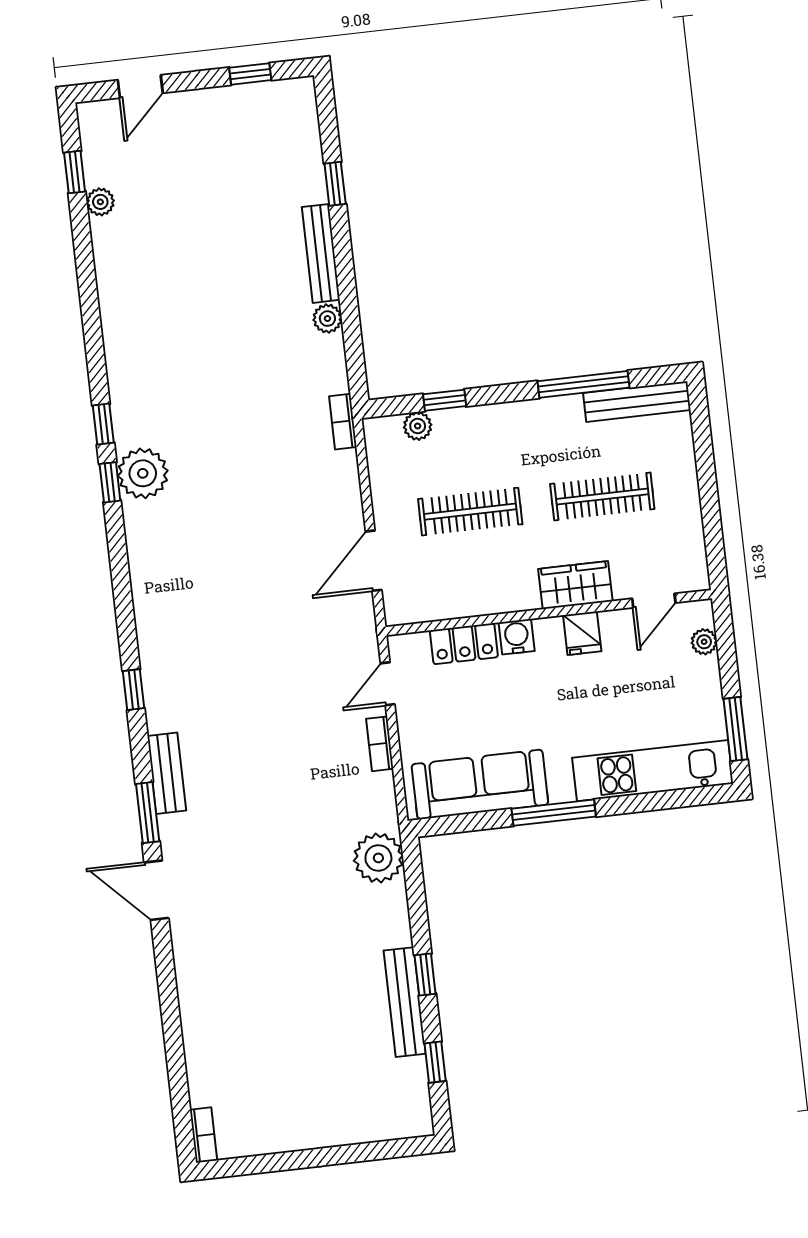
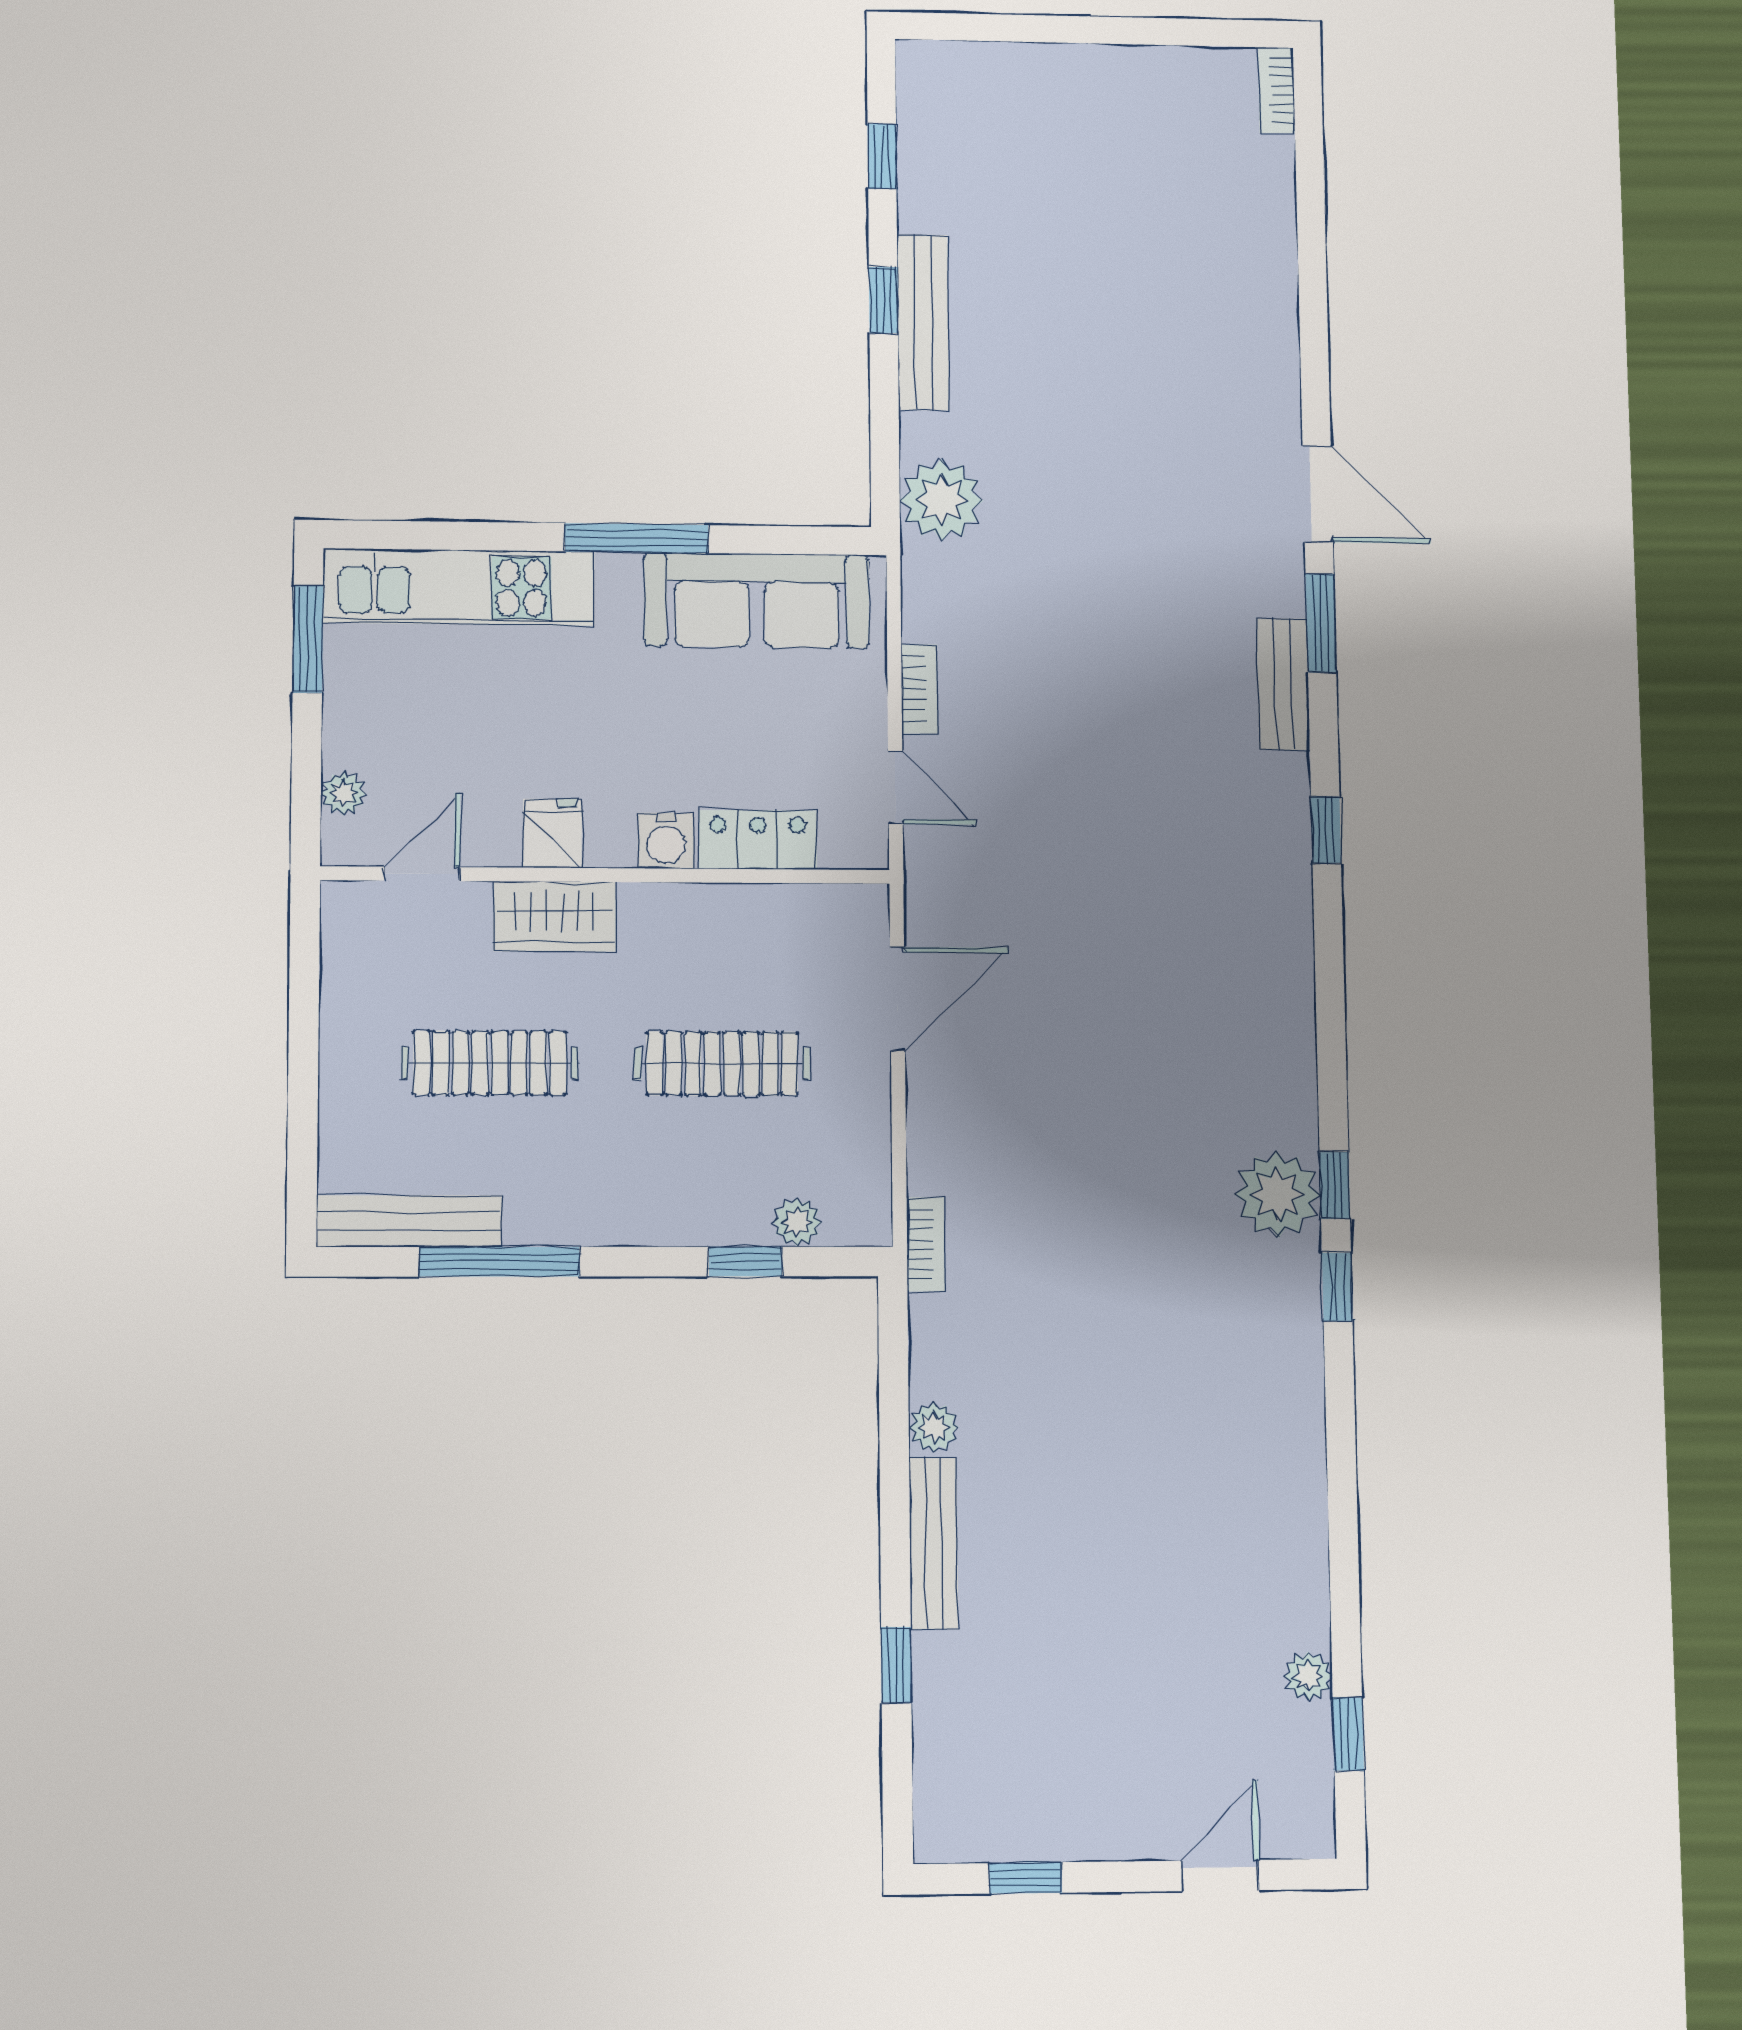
door: (388, 684) -> (895, 788), hinge flipped
bench: (405, 1002) -> (923, 322), moved

